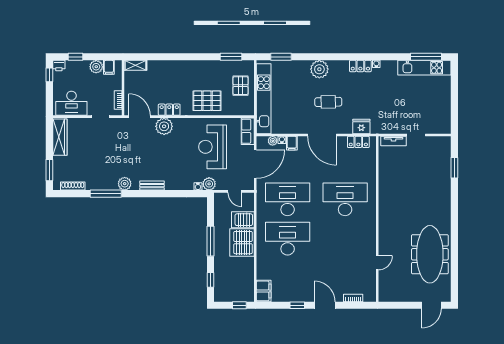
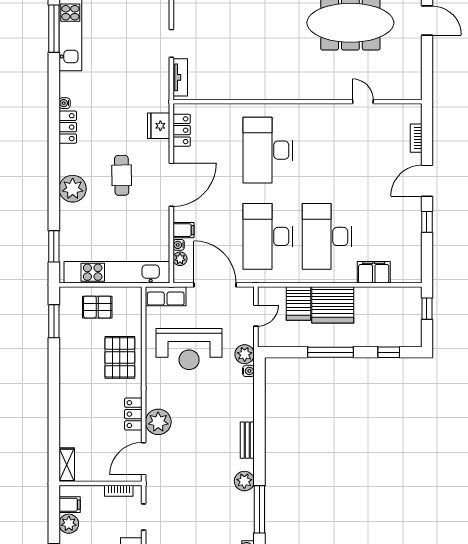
filing cabinet: (264, 291) -> (374, 272), moved

